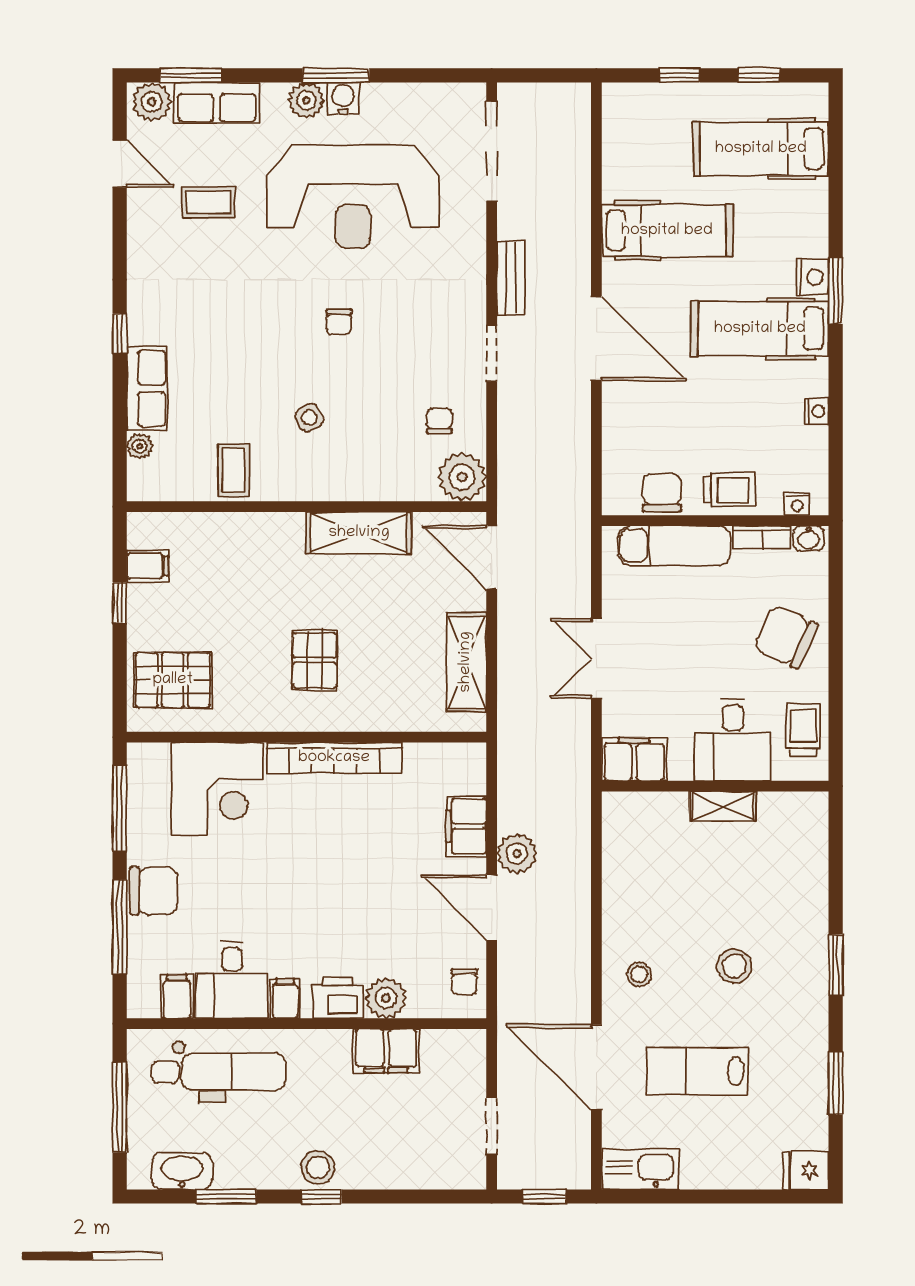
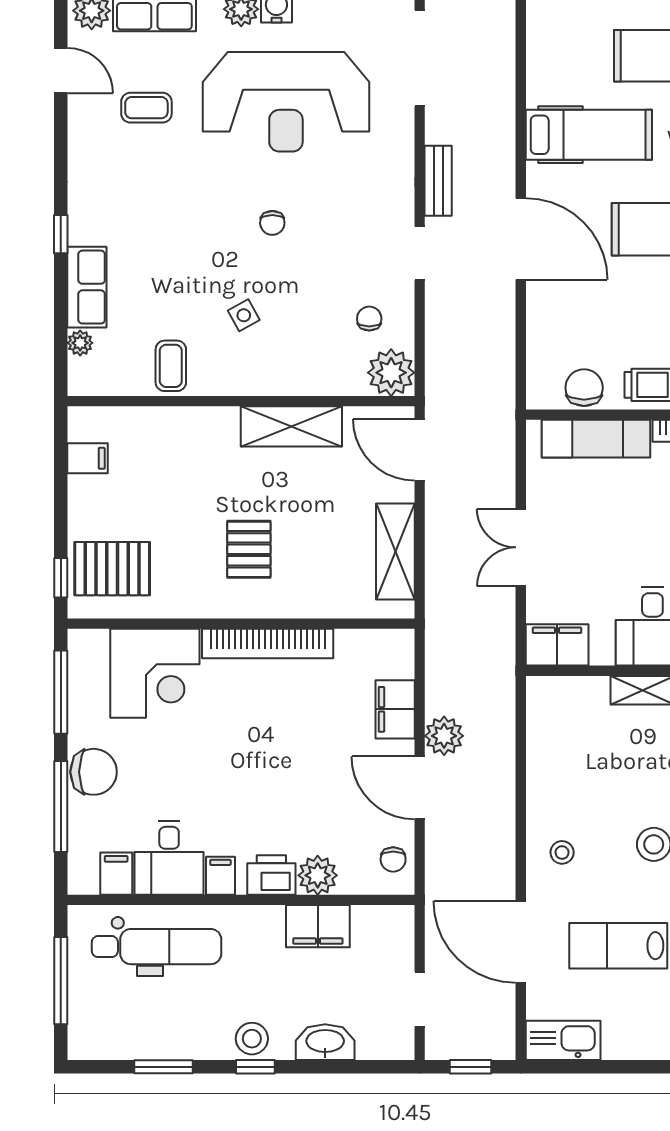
window: (120, 603) -> (61, 578), moved
washbasin: (182, 1171) -> (325, 1042), moved

